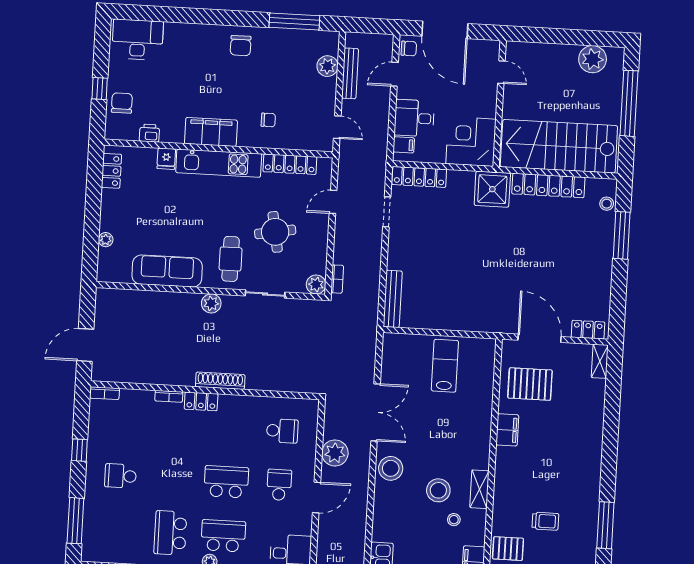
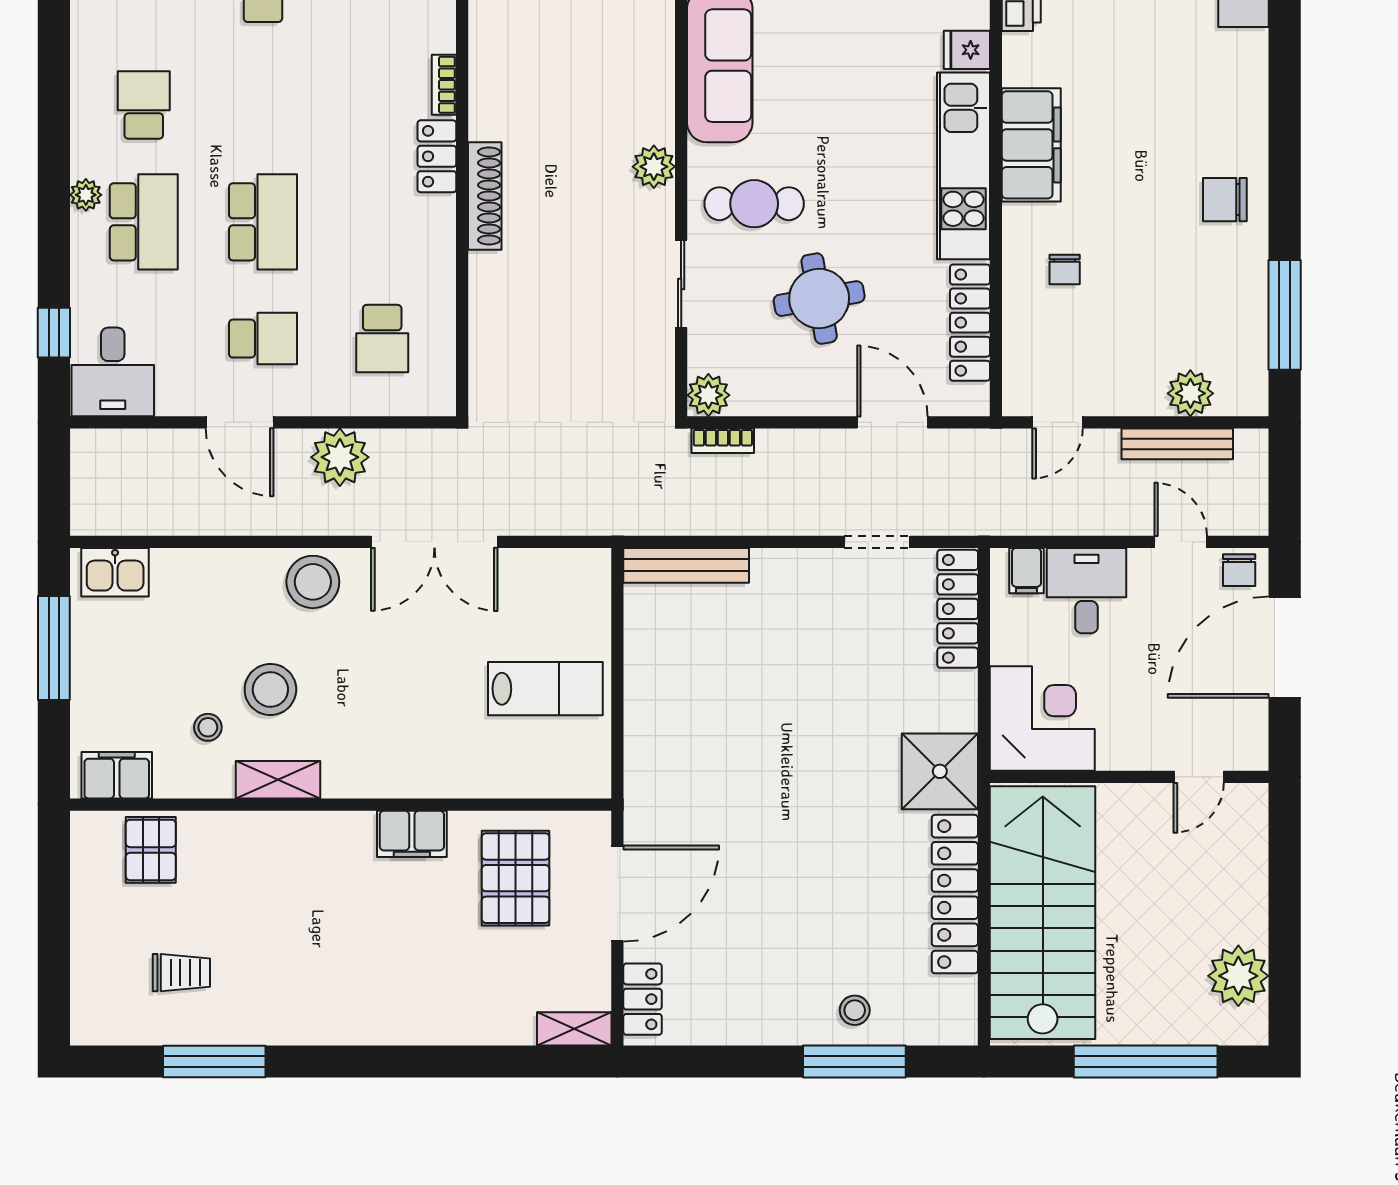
door: (333, 202) -> (892, 422), width x1.38
stool: (607, 204) -> (855, 1010), moved
trolley: (545, 521) -> (181, 973), moved, turned -90
school desk: (170, 533) -> (144, 105), width x0.54

